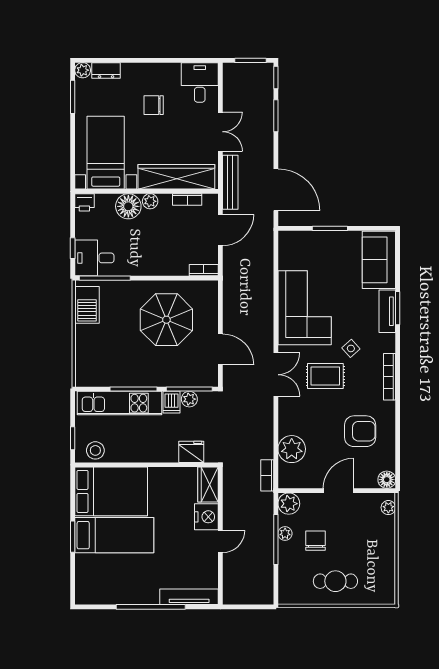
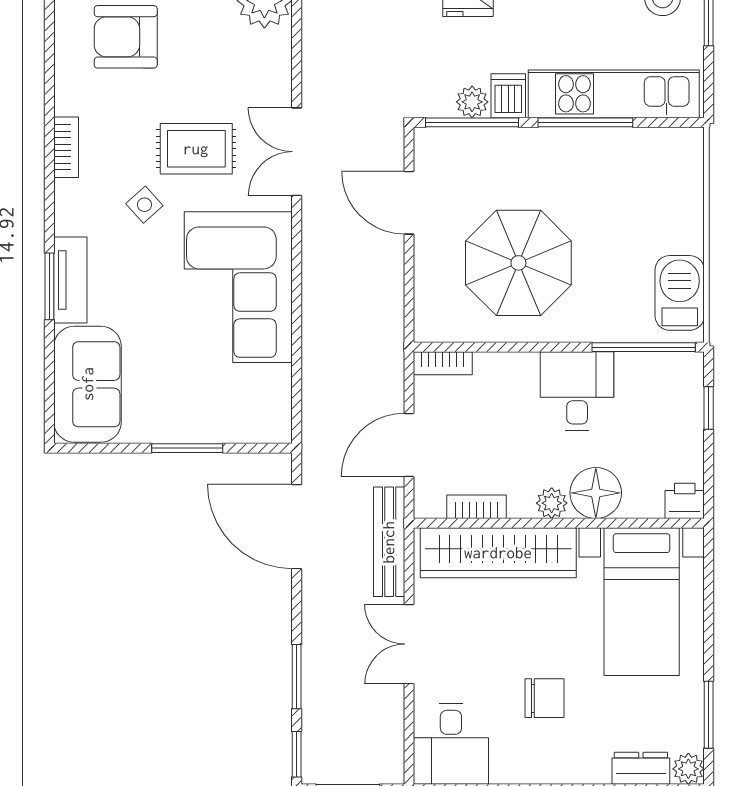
desk: (94, 258) -> (577, 391), moved, turned -90
bookcase: (389, 377) -> (66, 147), width x0.64

